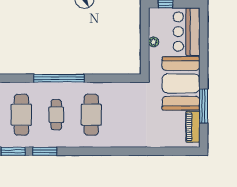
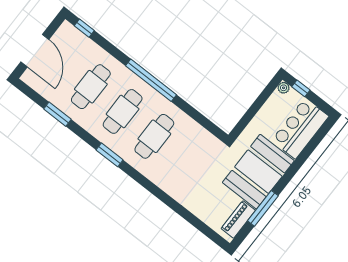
plant: (153, 42) -> (284, 88), moved
cafe table: (56, 115) -> (123, 111), width x1.37, depth x1.35
window: (45, 151) -> (110, 155), moved

